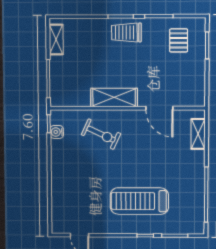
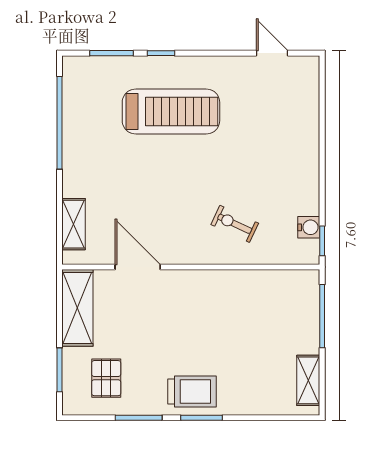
shelving: (114, 97) -> (77, 308), moved, turned 90
exercise bike: (101, 134) -> (235, 224), width x0.73, depth x0.72

